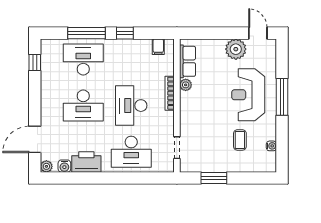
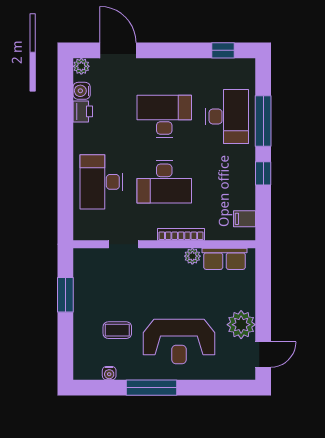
reception desk: (248, 95) -> (179, 341), turned 180
window: (282, 97) -> (152, 388), moved
desk: (83, 106) -> (164, 116), turned 90
desk: (131, 106) -> (164, 182), turned 180
doorway: (177, 148) -> (124, 244), moved
printer: (86, 162) -> (83, 111), width x0.53, depth x0.68

